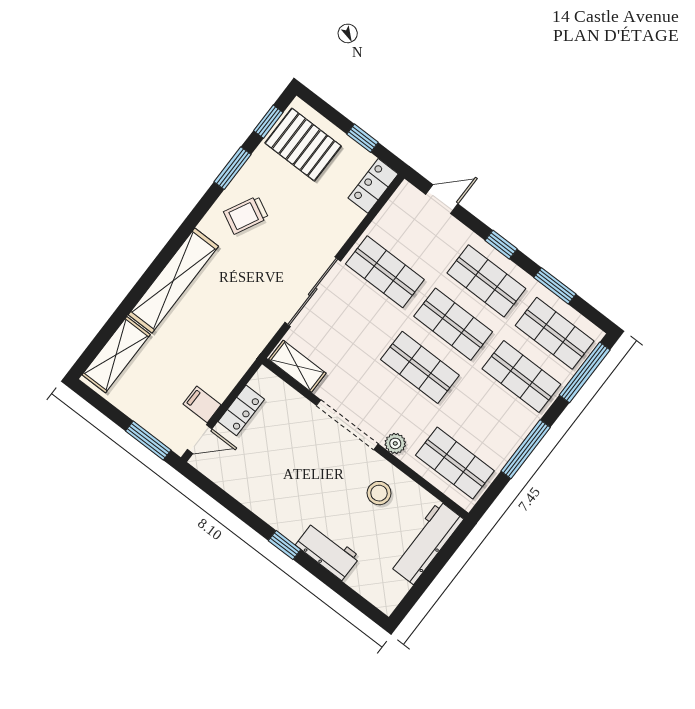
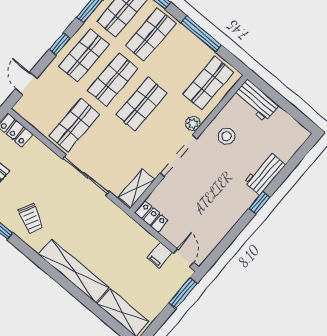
locker: (241, 410) -> (151, 217), moved
workbench: (426, 542) -> (256, 100), width x0.73

